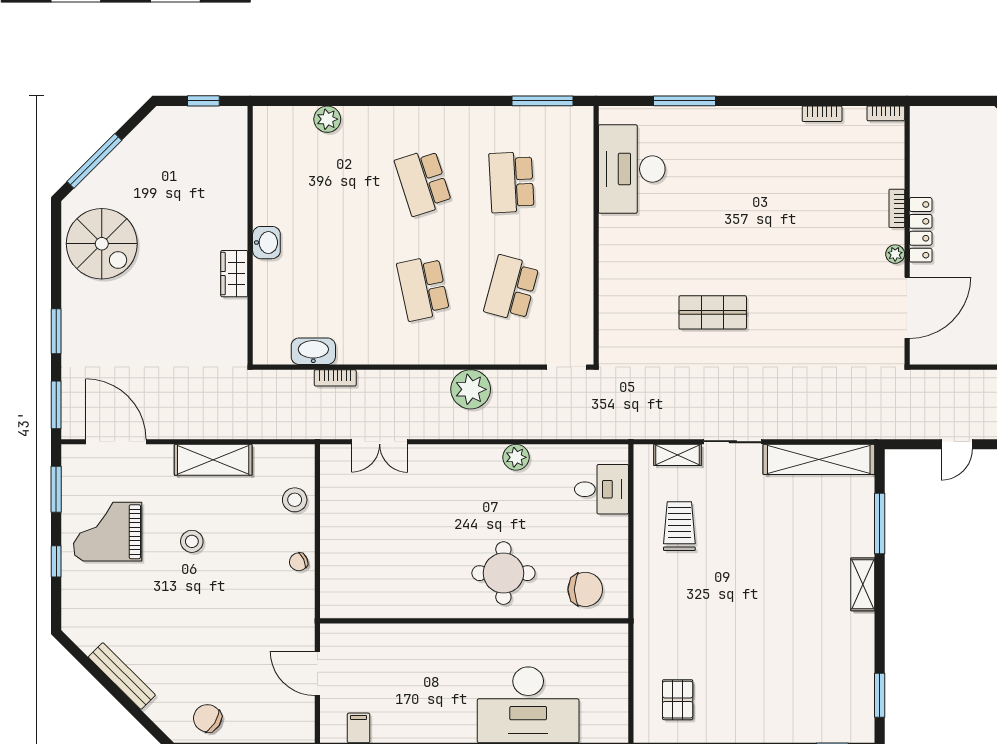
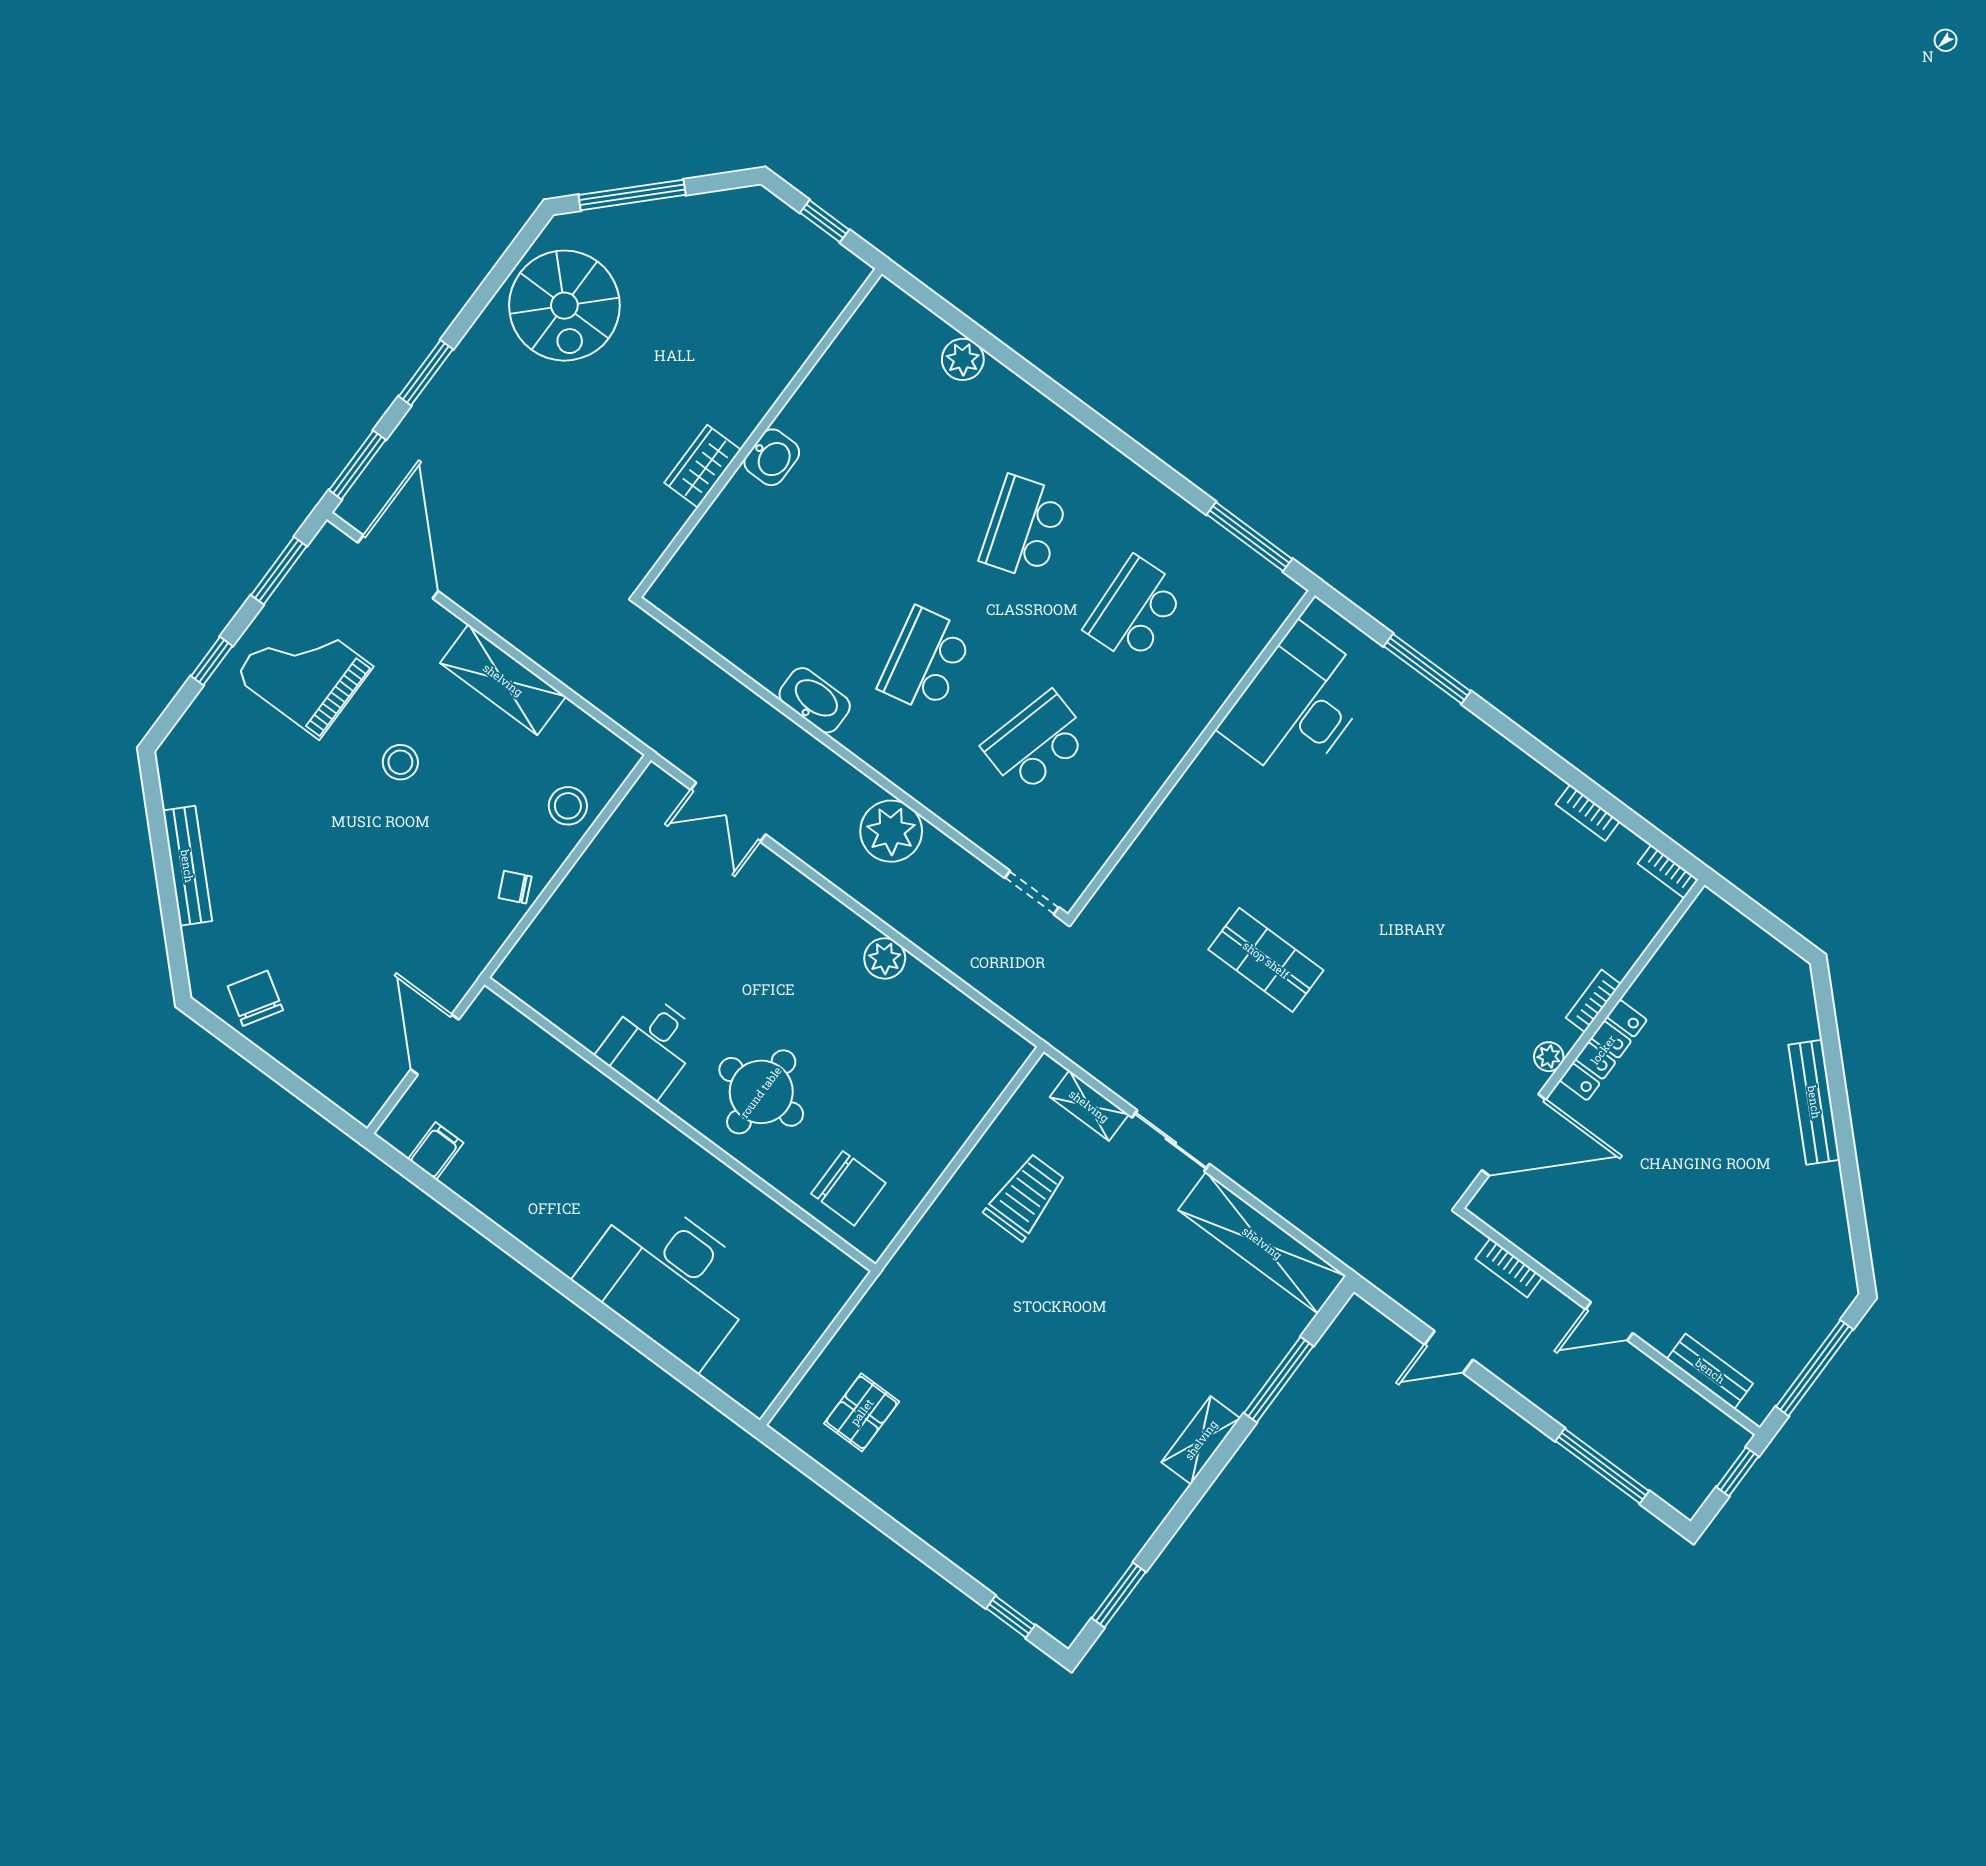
washbasin: (313, 351) -> (815, 700), moved
bookcase: (335, 378) -> (1509, 1268), moved
desk: (601, 489) -> (650, 1045), moved, turned 90

